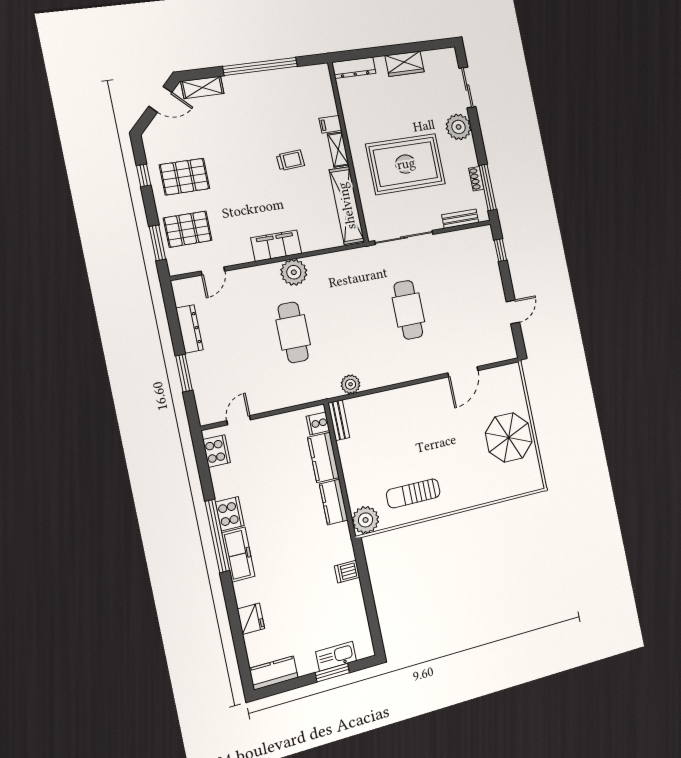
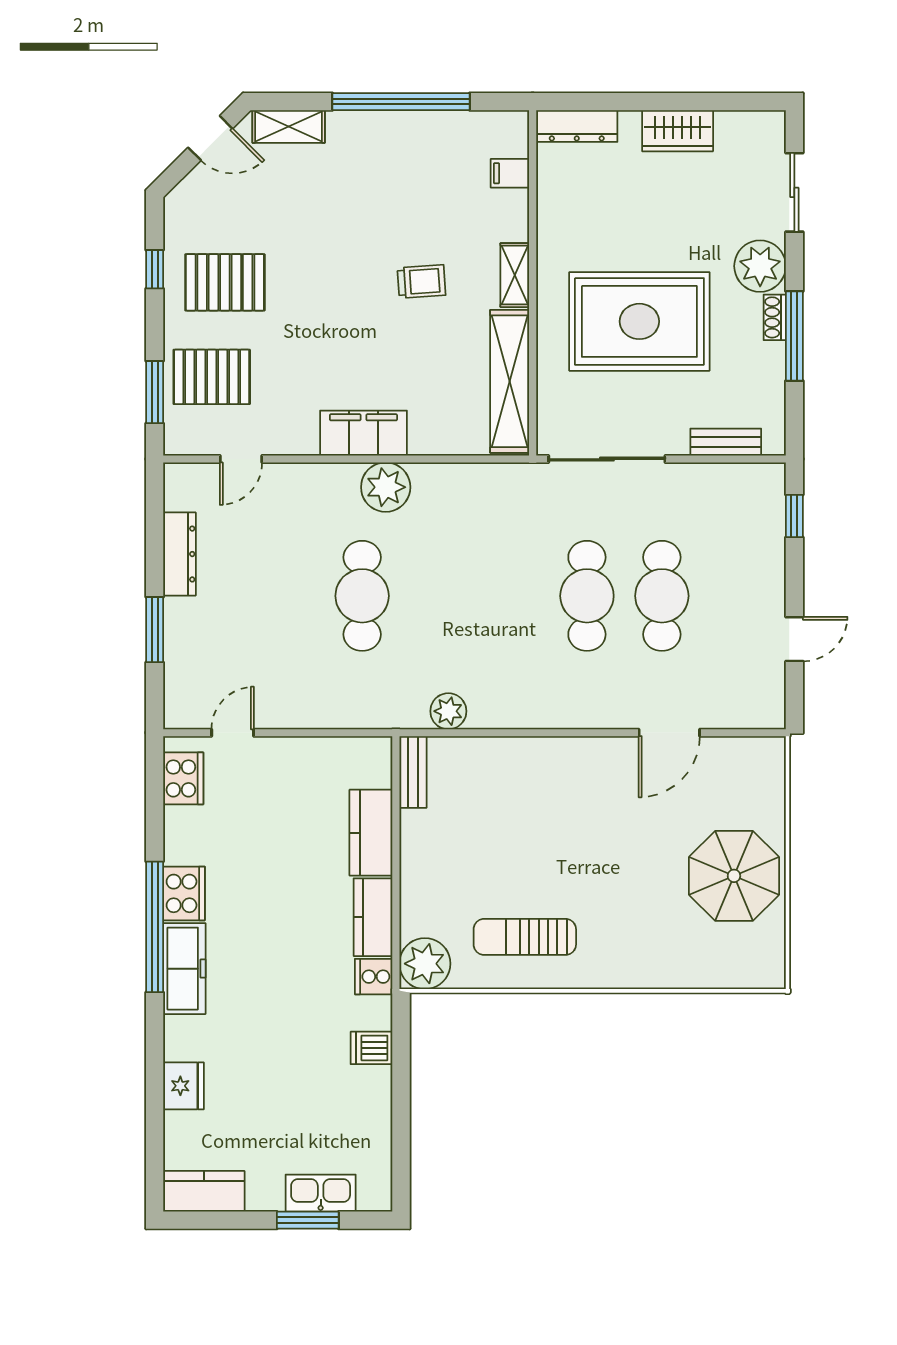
filing cabinet: (330, 124) -> (510, 173), moved
shoe rack: (476, 179) -> (775, 317), moved
window: (488, 187) -> (794, 336), moved
cafe table: (445, 303) -> (662, 596), added
cooker: (318, 423) -> (374, 977), moved

